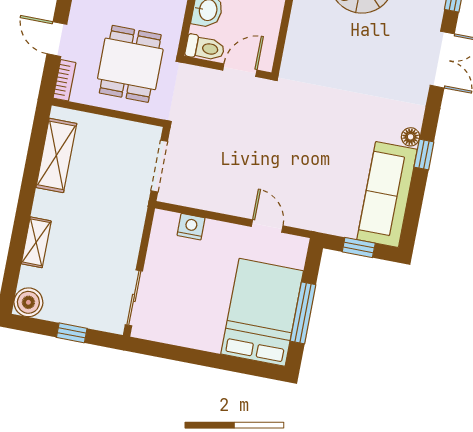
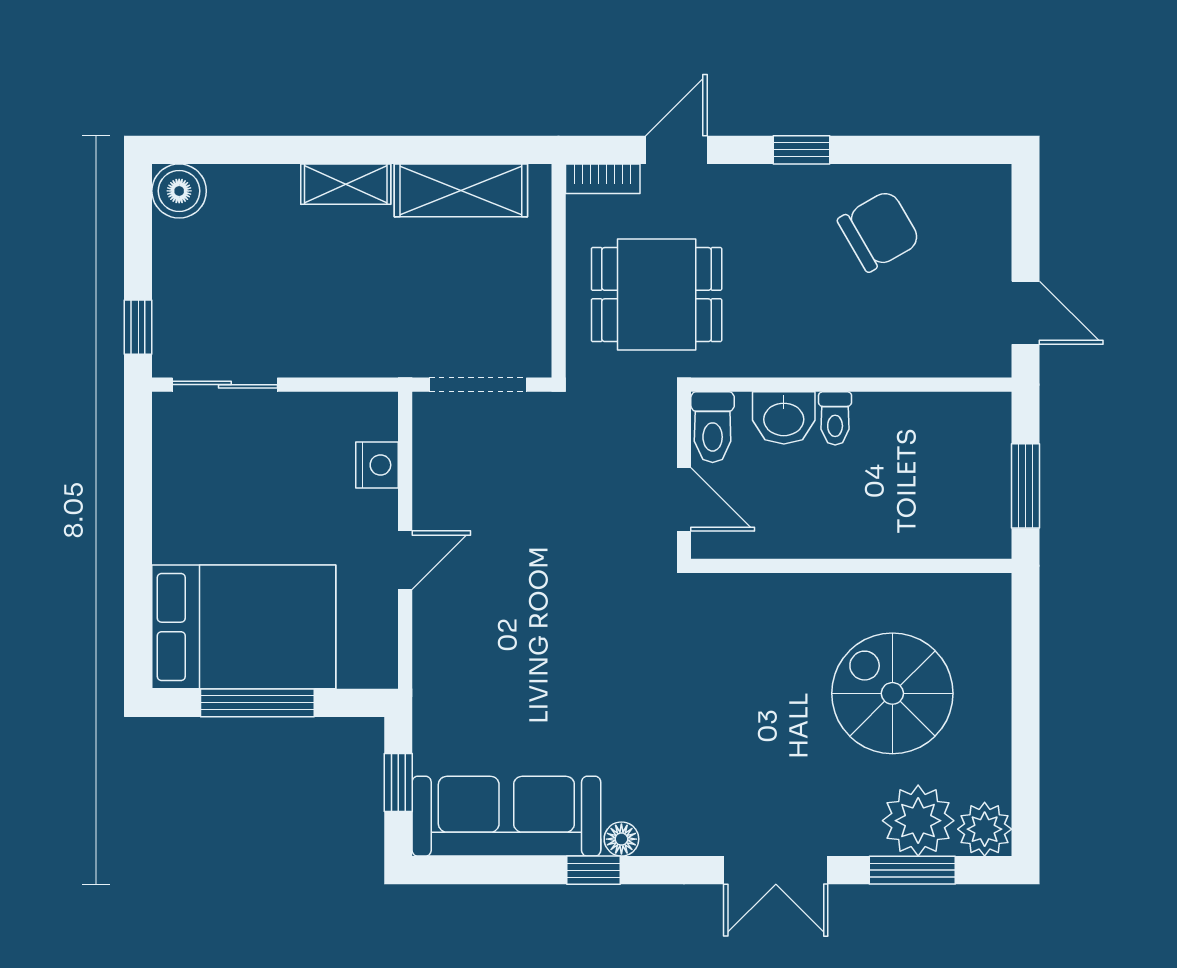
door: (267, 226) -> (405, 560), moved
shelving: (36, 242) -> (346, 184), moved
window: (72, 333) -> (138, 327), moved

